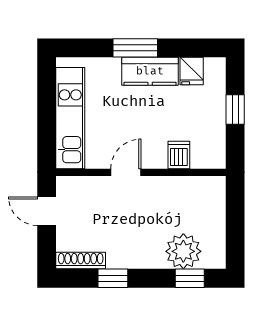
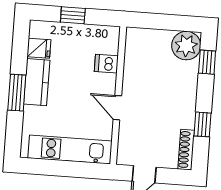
plant: (183, 251) -> (186, 46), moved

